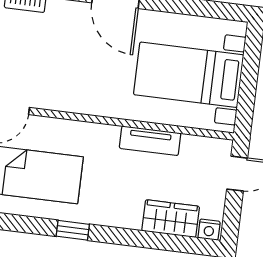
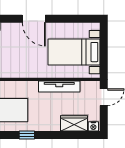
tv unit: (150, 141) -> (59, 87), width x1.41

